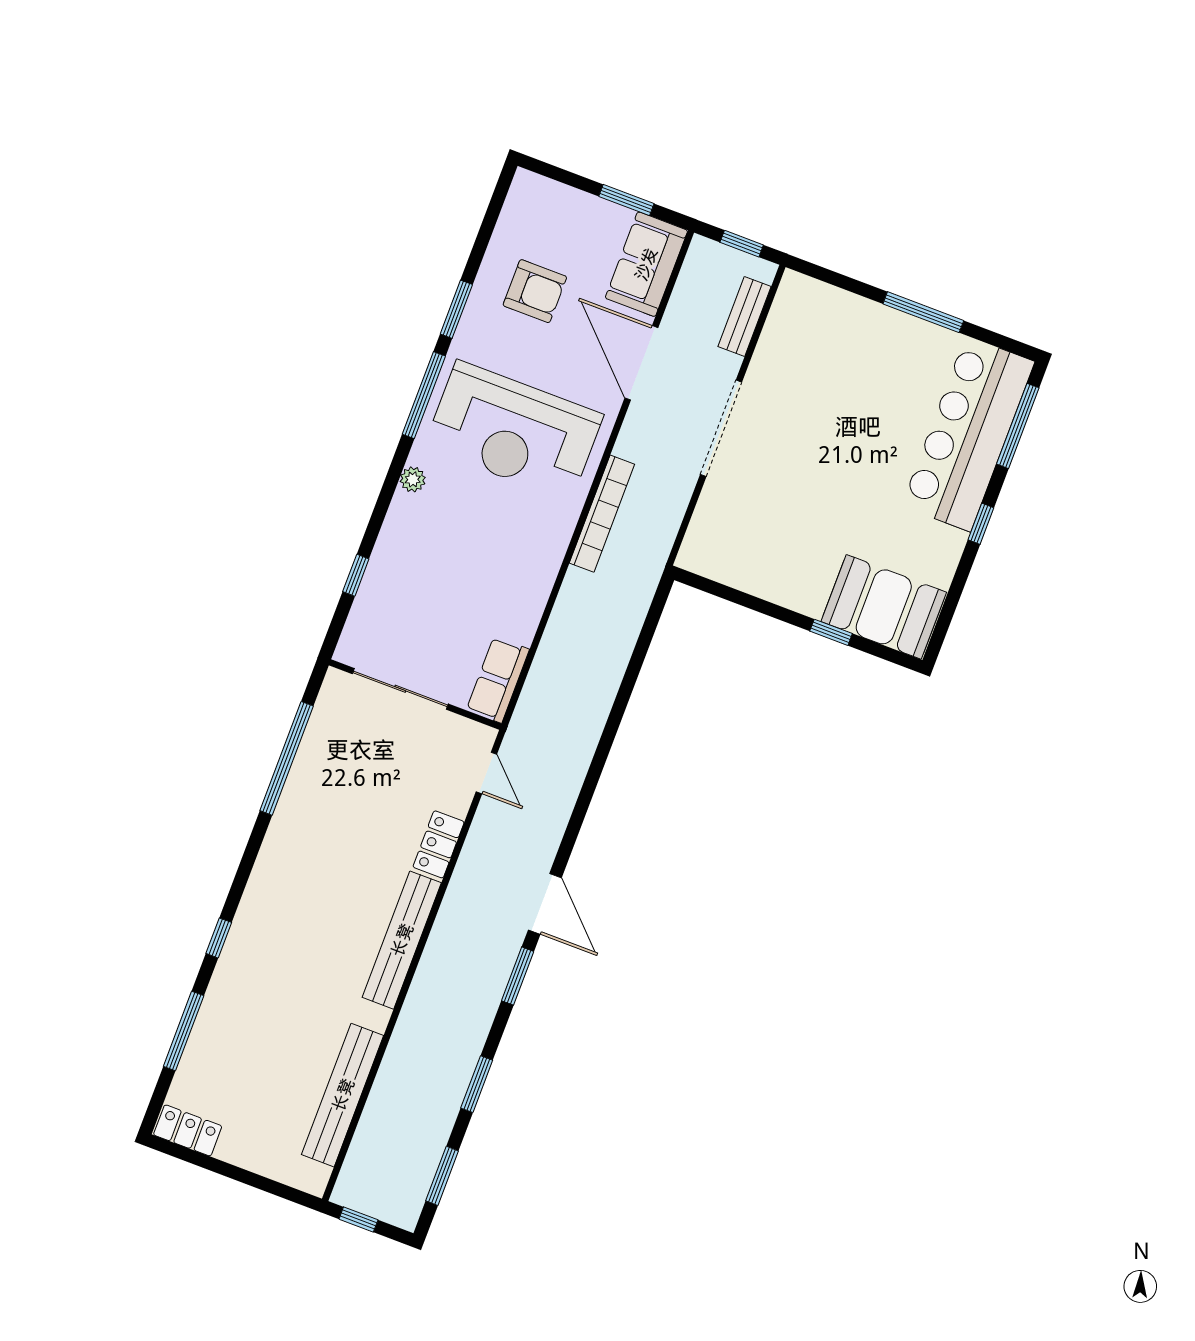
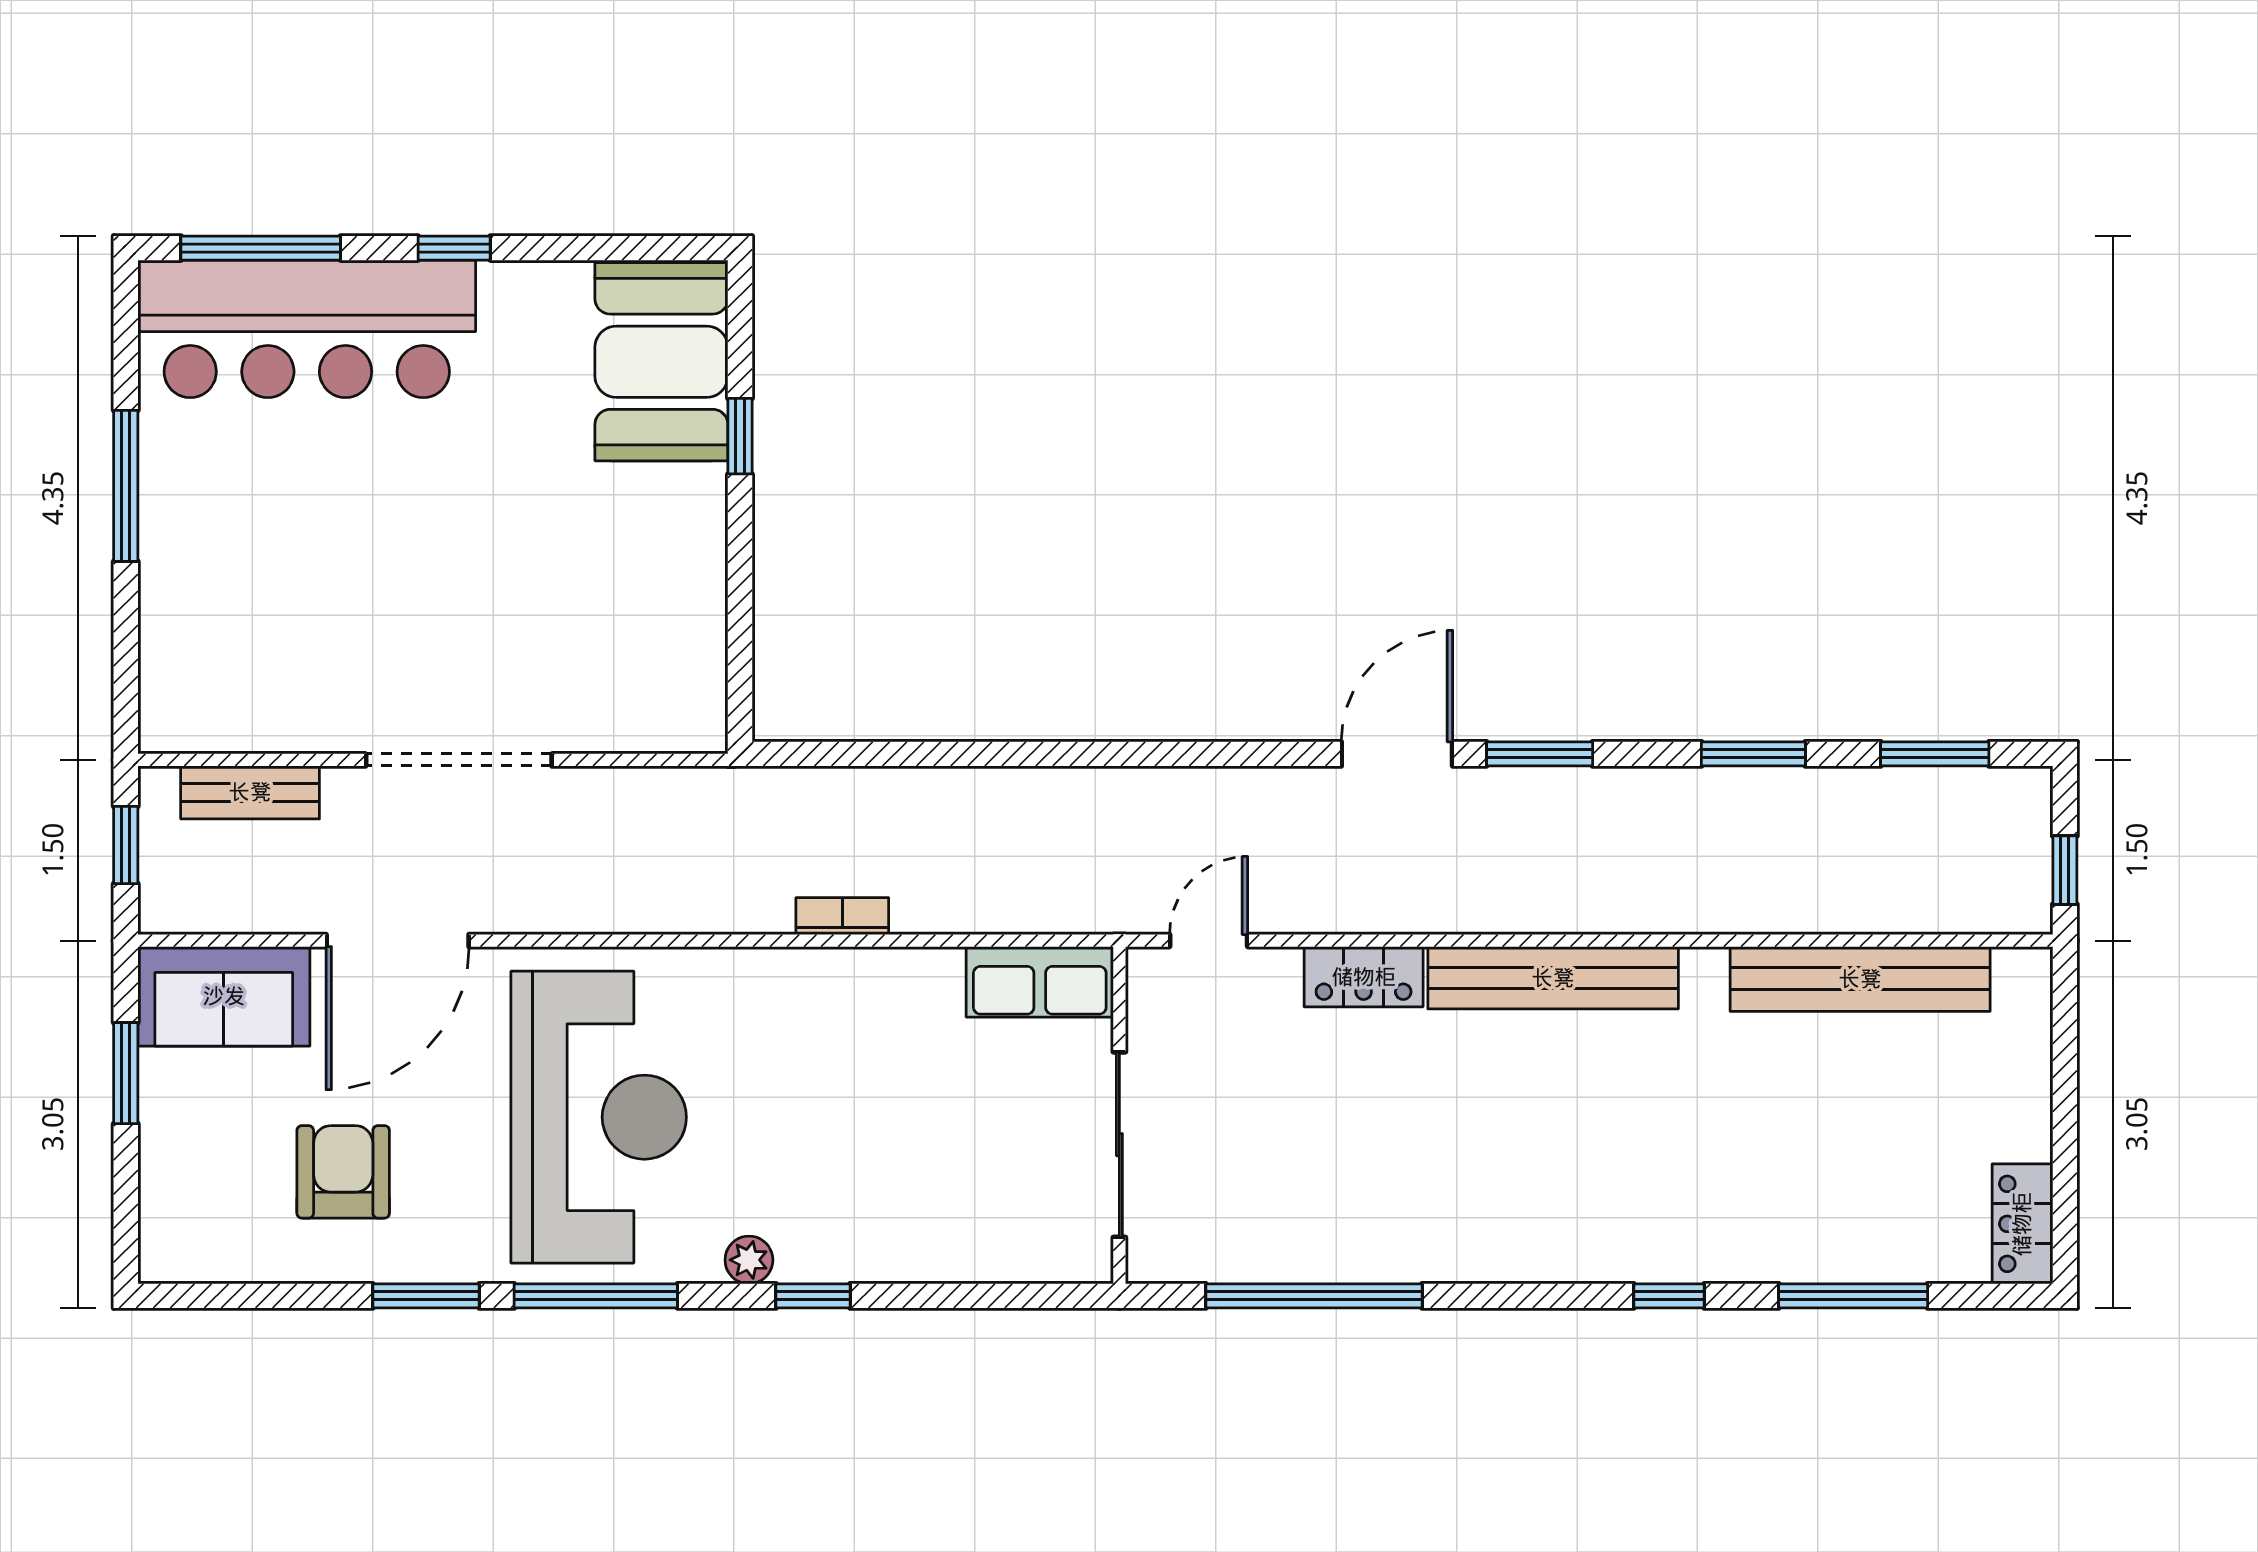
bookcase: (602, 514) -> (842, 916), moved, width x0.43, depth x0.76
window: (356, 575) -> (813, 1296), moved

